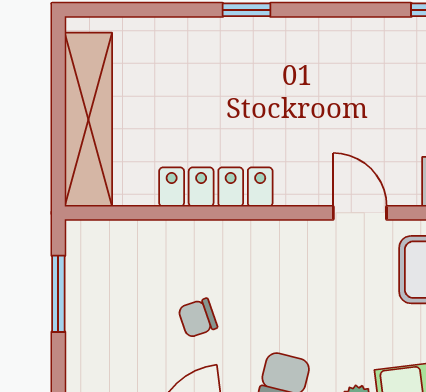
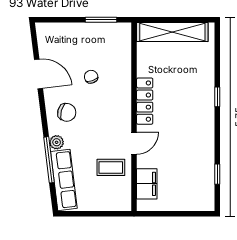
locker: (216, 187) -> (145, 101), moved

